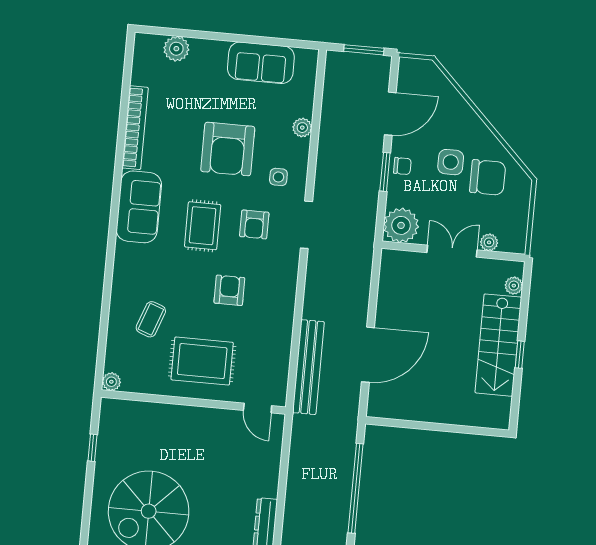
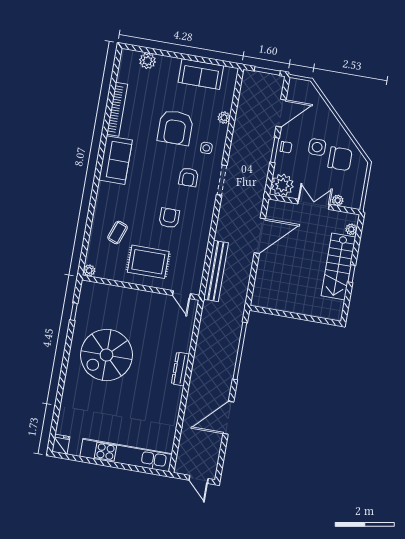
rug: (203, 226) -> (155, 175), removed
door: (368, 355) -> (260, 236), moved

